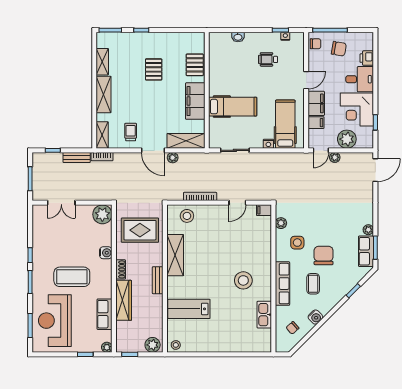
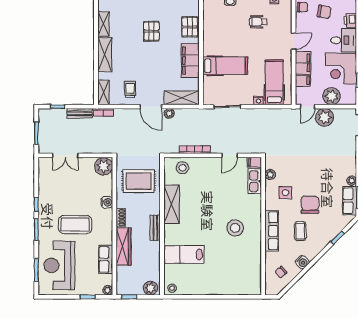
plant: (335, 157) -> (325, 117), width x1.88, depth x1.88
kitchen sink: (264, 315) -> (255, 181), moved

